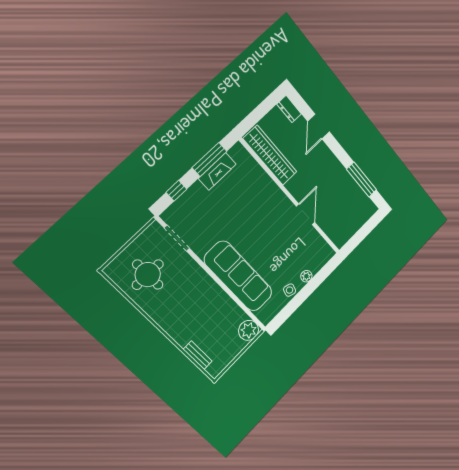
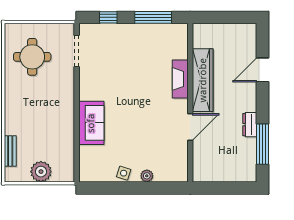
dresser: (289, 109) -> (250, 125), moved
wardrobe: (270, 155) -> (203, 80), moved
fireplace: (217, 171) -> (180, 79), moved, turned 90
sofa: (238, 276) -> (91, 123), width x0.54, depth x0.79
plant: (249, 330) -> (41, 172), moved

